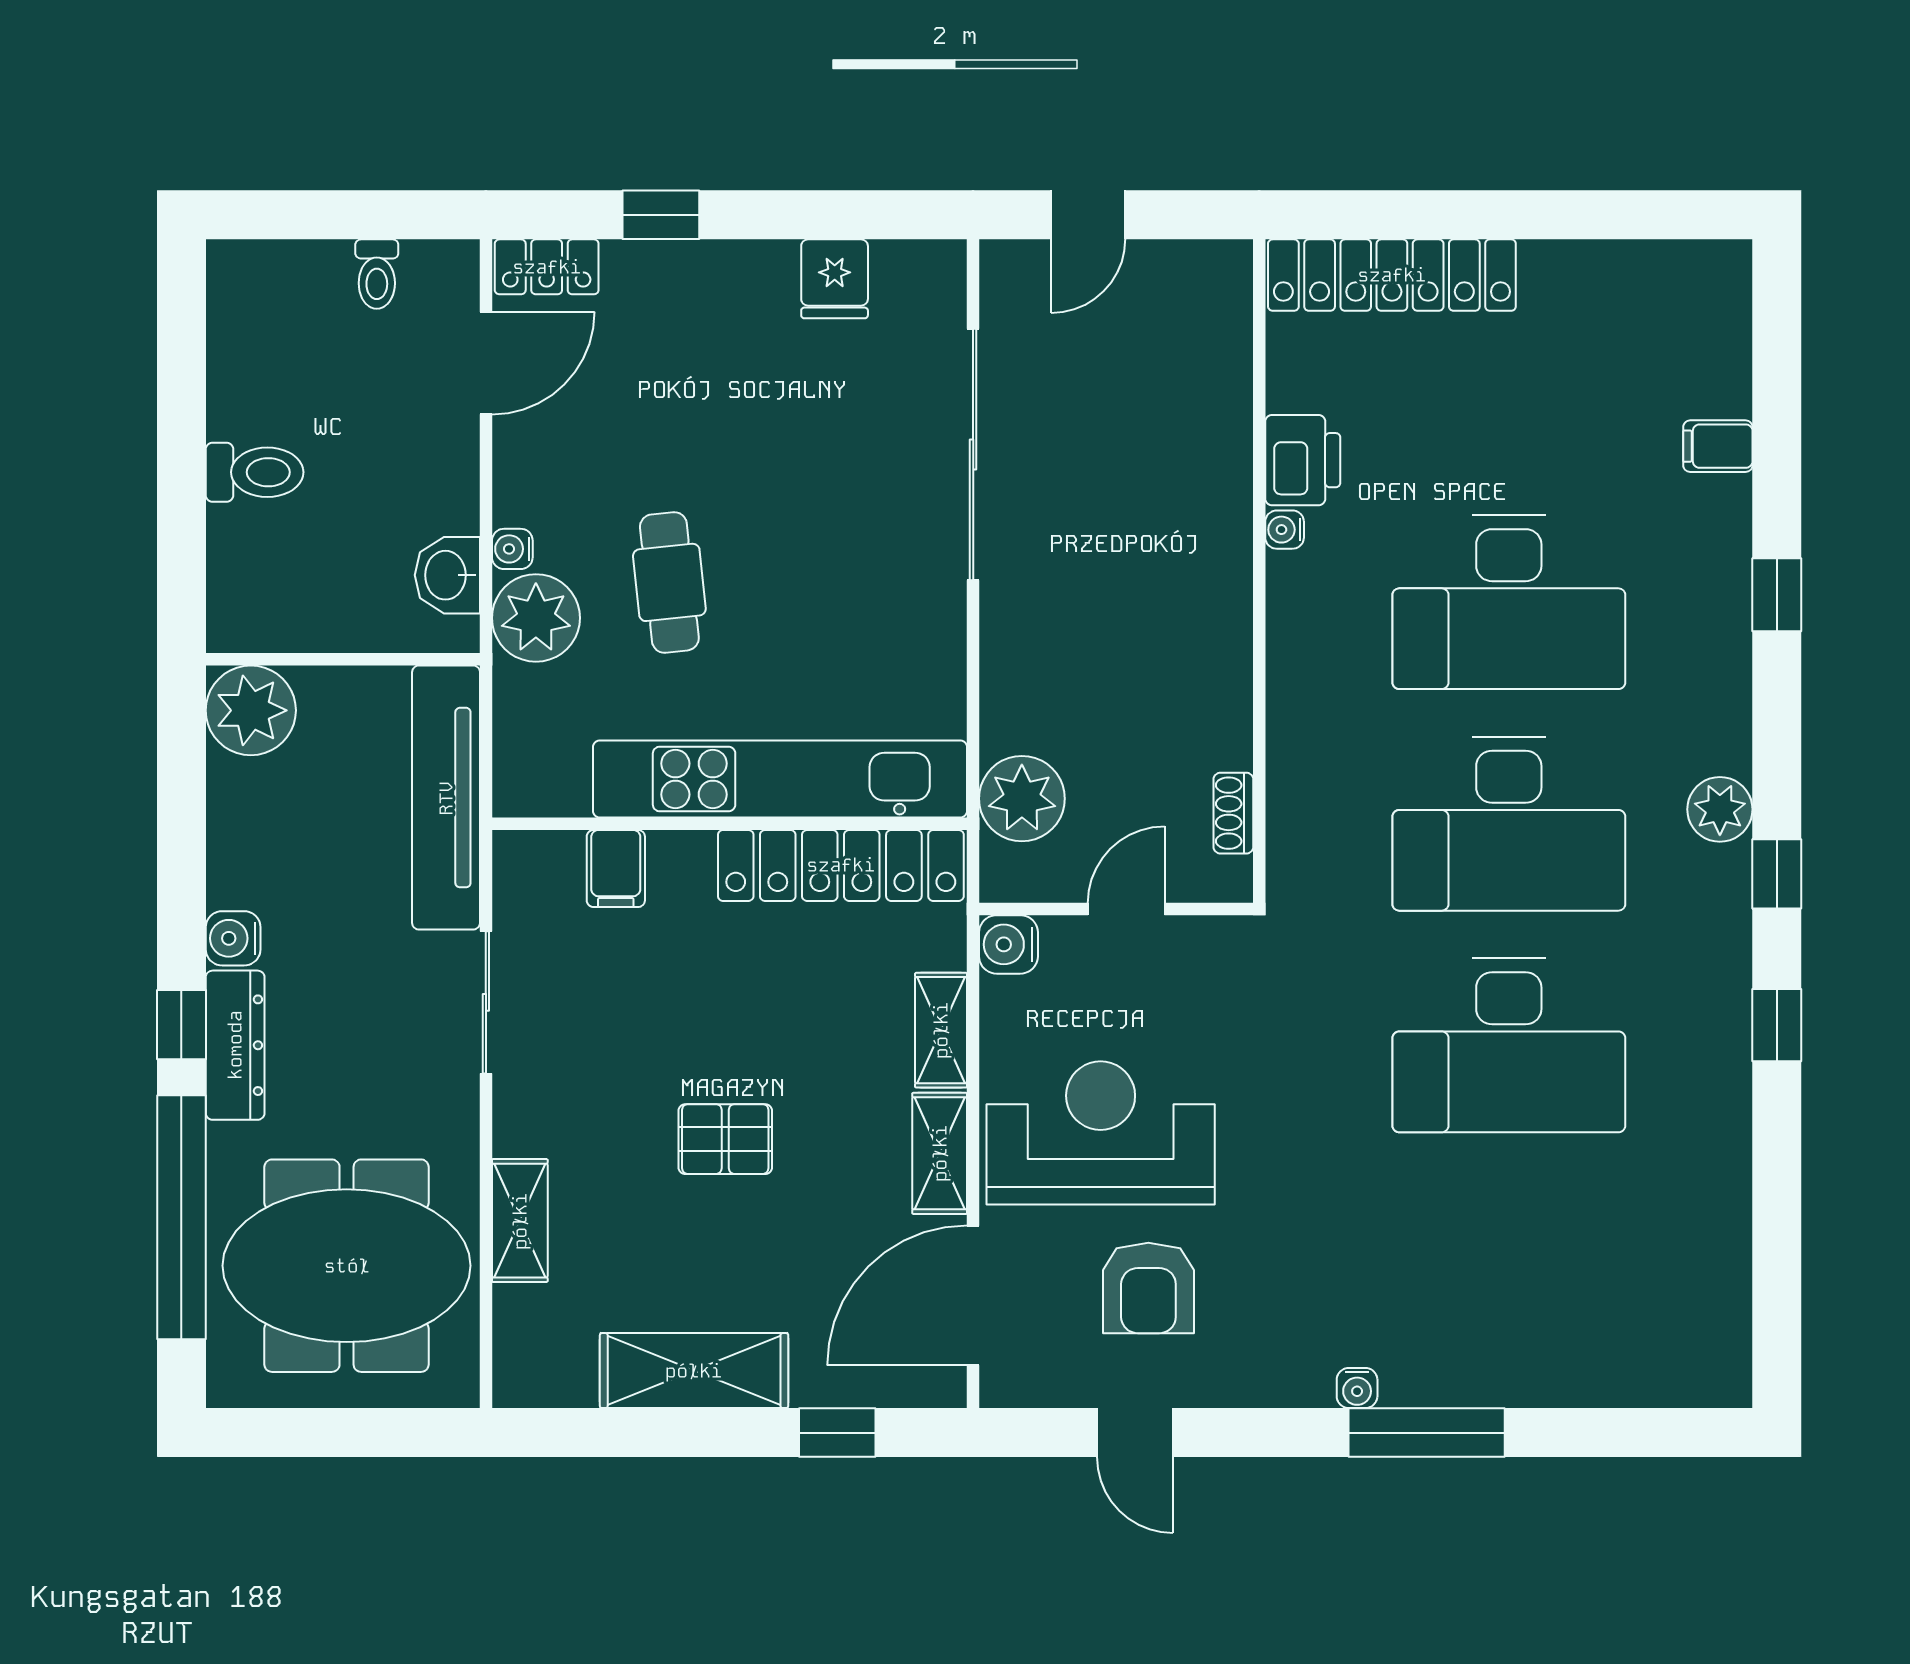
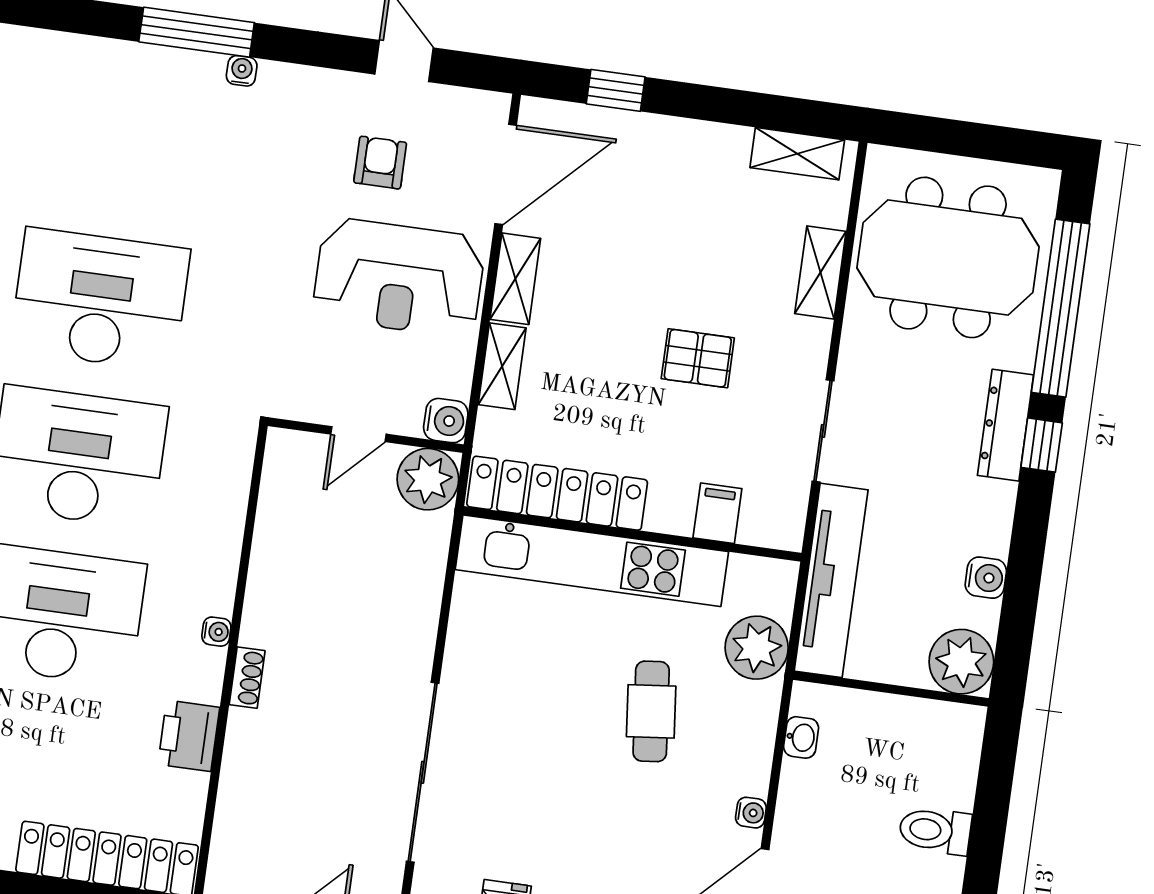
water cooler: (1285, 530) -> (216, 632), moved
water cooler: (512, 549) -> (751, 813), moved
washbasin: (447, 575) -> (801, 737), width x0.72, depth x0.69
plant: (536, 618) -> (757, 648), moved
plant: (1022, 799) -> (428, 479), moved
shoe rack: (1233, 813) -> (247, 678), moved
water cooler: (233, 938) -> (986, 578), moved
pallet: (725, 1139) -> (698, 358), moved
armchair: (1148, 1288) -> (380, 163), width x0.72, depth x0.72
shelving: (694, 1371) -> (797, 154), moved, width x0.67, depth x0.75

